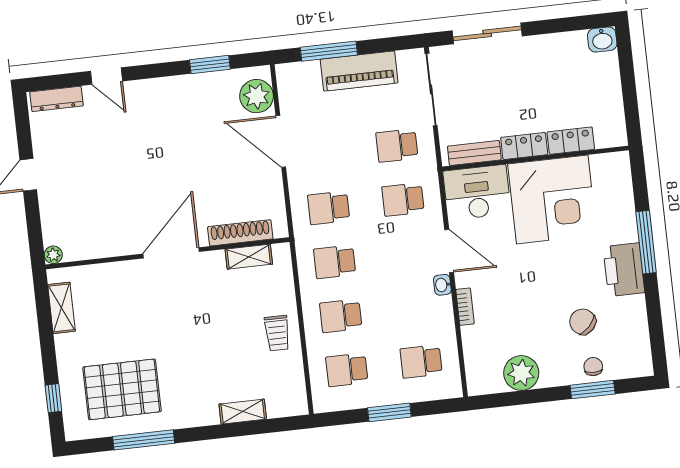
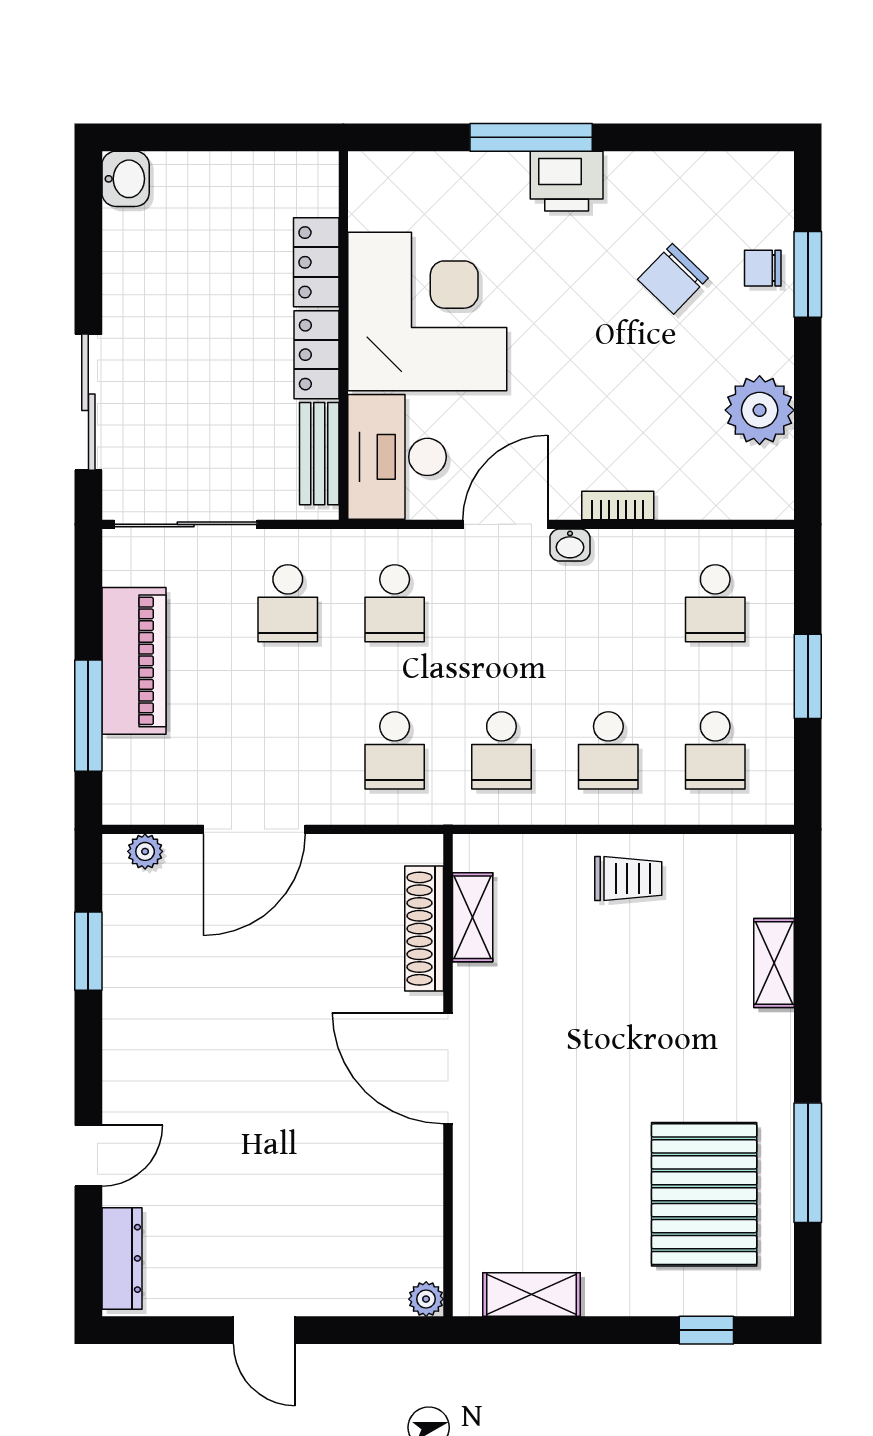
plant: (257, 96) -> (145, 851), width x0.53, depth x0.53
printer: (624, 270) -> (567, 181), width x0.73, depth x0.84

